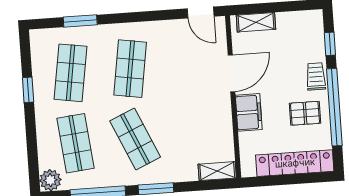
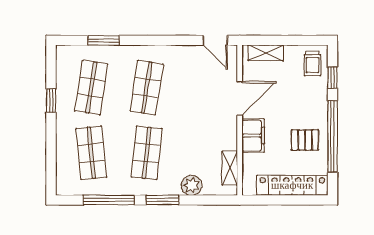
trolley: (316, 76) -> (312, 63), moved, turned 180
shop shelf: (135, 139) -> (147, 153), turned 30
shelving: (217, 171) -> (230, 168), moved, turned 90
plant: (50, 180) -> (192, 185), moved

